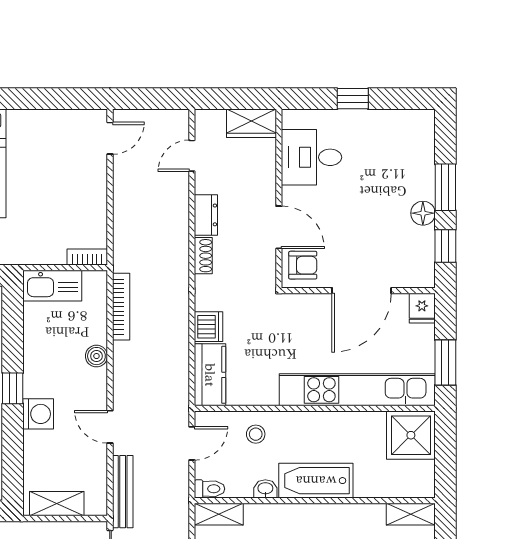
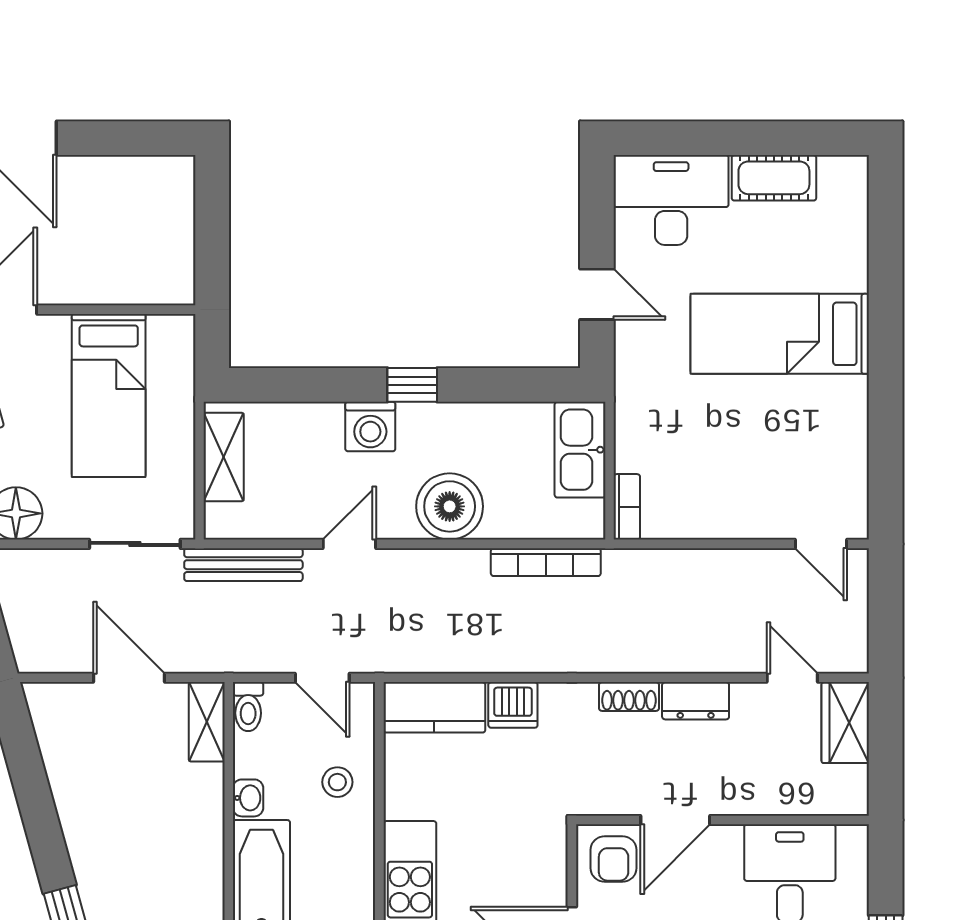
wardrobe: (252, 123) -> (845, 723), moved
boiler: (96, 356) -> (450, 506), width x1.86, depth x1.86

